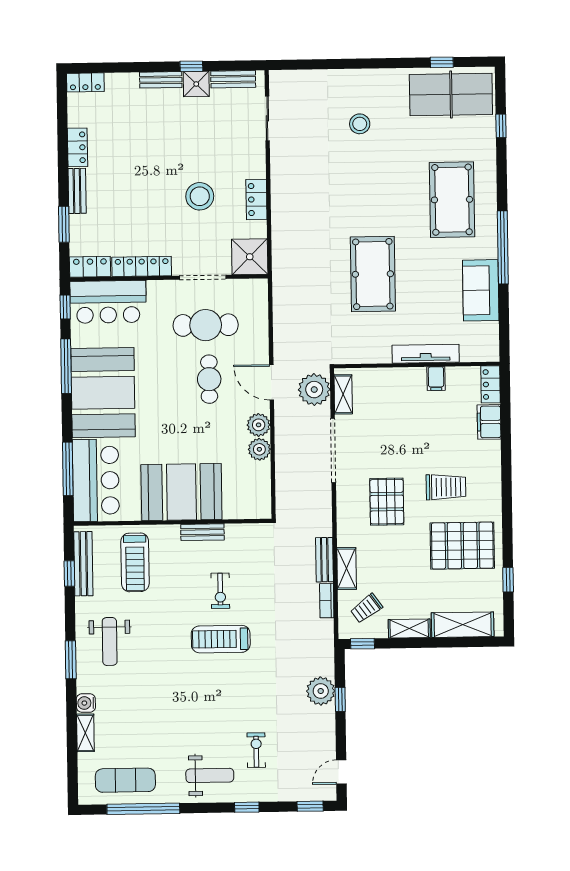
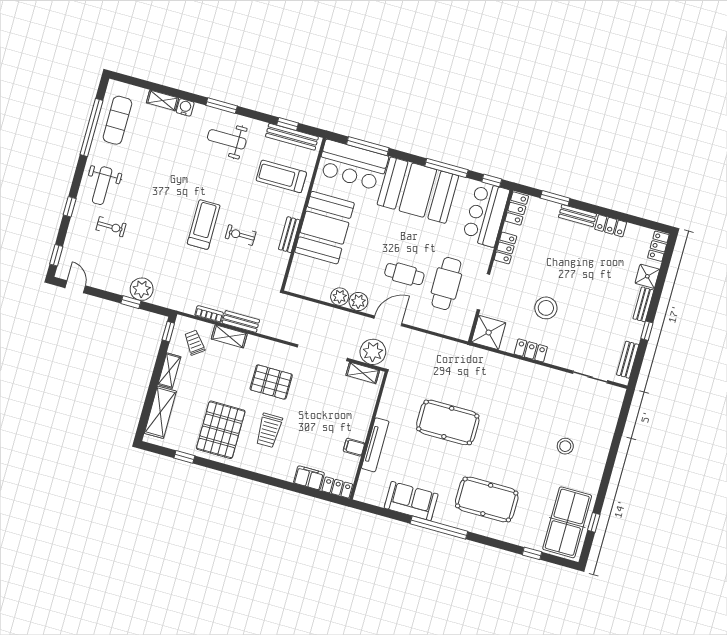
shower: (196, 84) -> (647, 276), moved
locker: (142, 266) -> (505, 248), width x0.66

